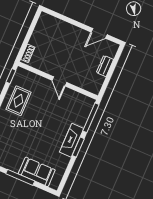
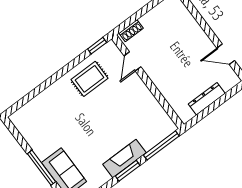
dresser: (105, 66) -> (207, 99), width x1.44
door: (59, 81) -> (132, 61), moved

